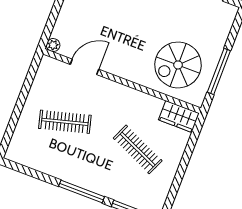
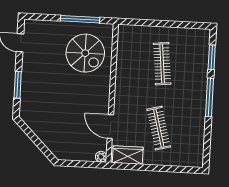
wardrobe: (179, 117) -> (128, 155), moved, turned -90
clothes rail: (138, 149) -> (162, 64), turned -30

